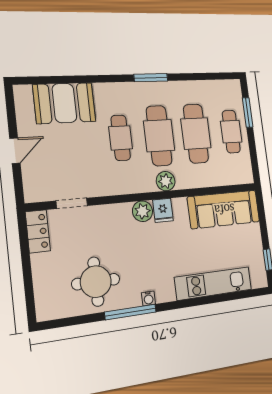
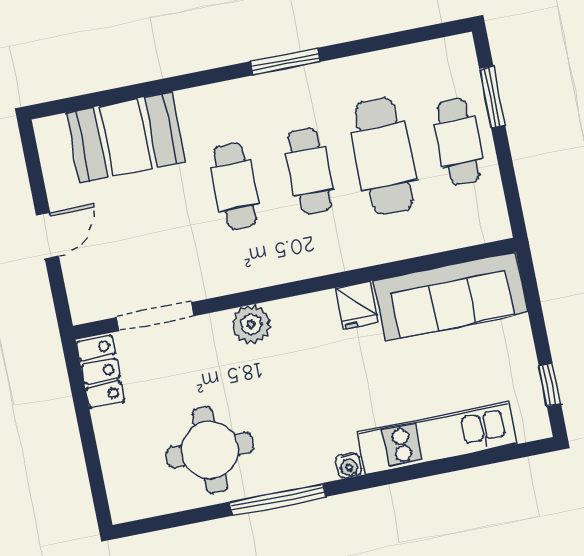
cafe table: (159, 136) -> (309, 171), width x0.73, depth x0.74
plant: (166, 181) -> (328, 256), removed
doorway: (72, 203) -> (155, 317), width x1.38
fridge: (163, 210) -> (357, 305), moved
plant: (143, 211) -> (251, 324), moved
water cooler: (148, 298) -> (349, 466), moved

